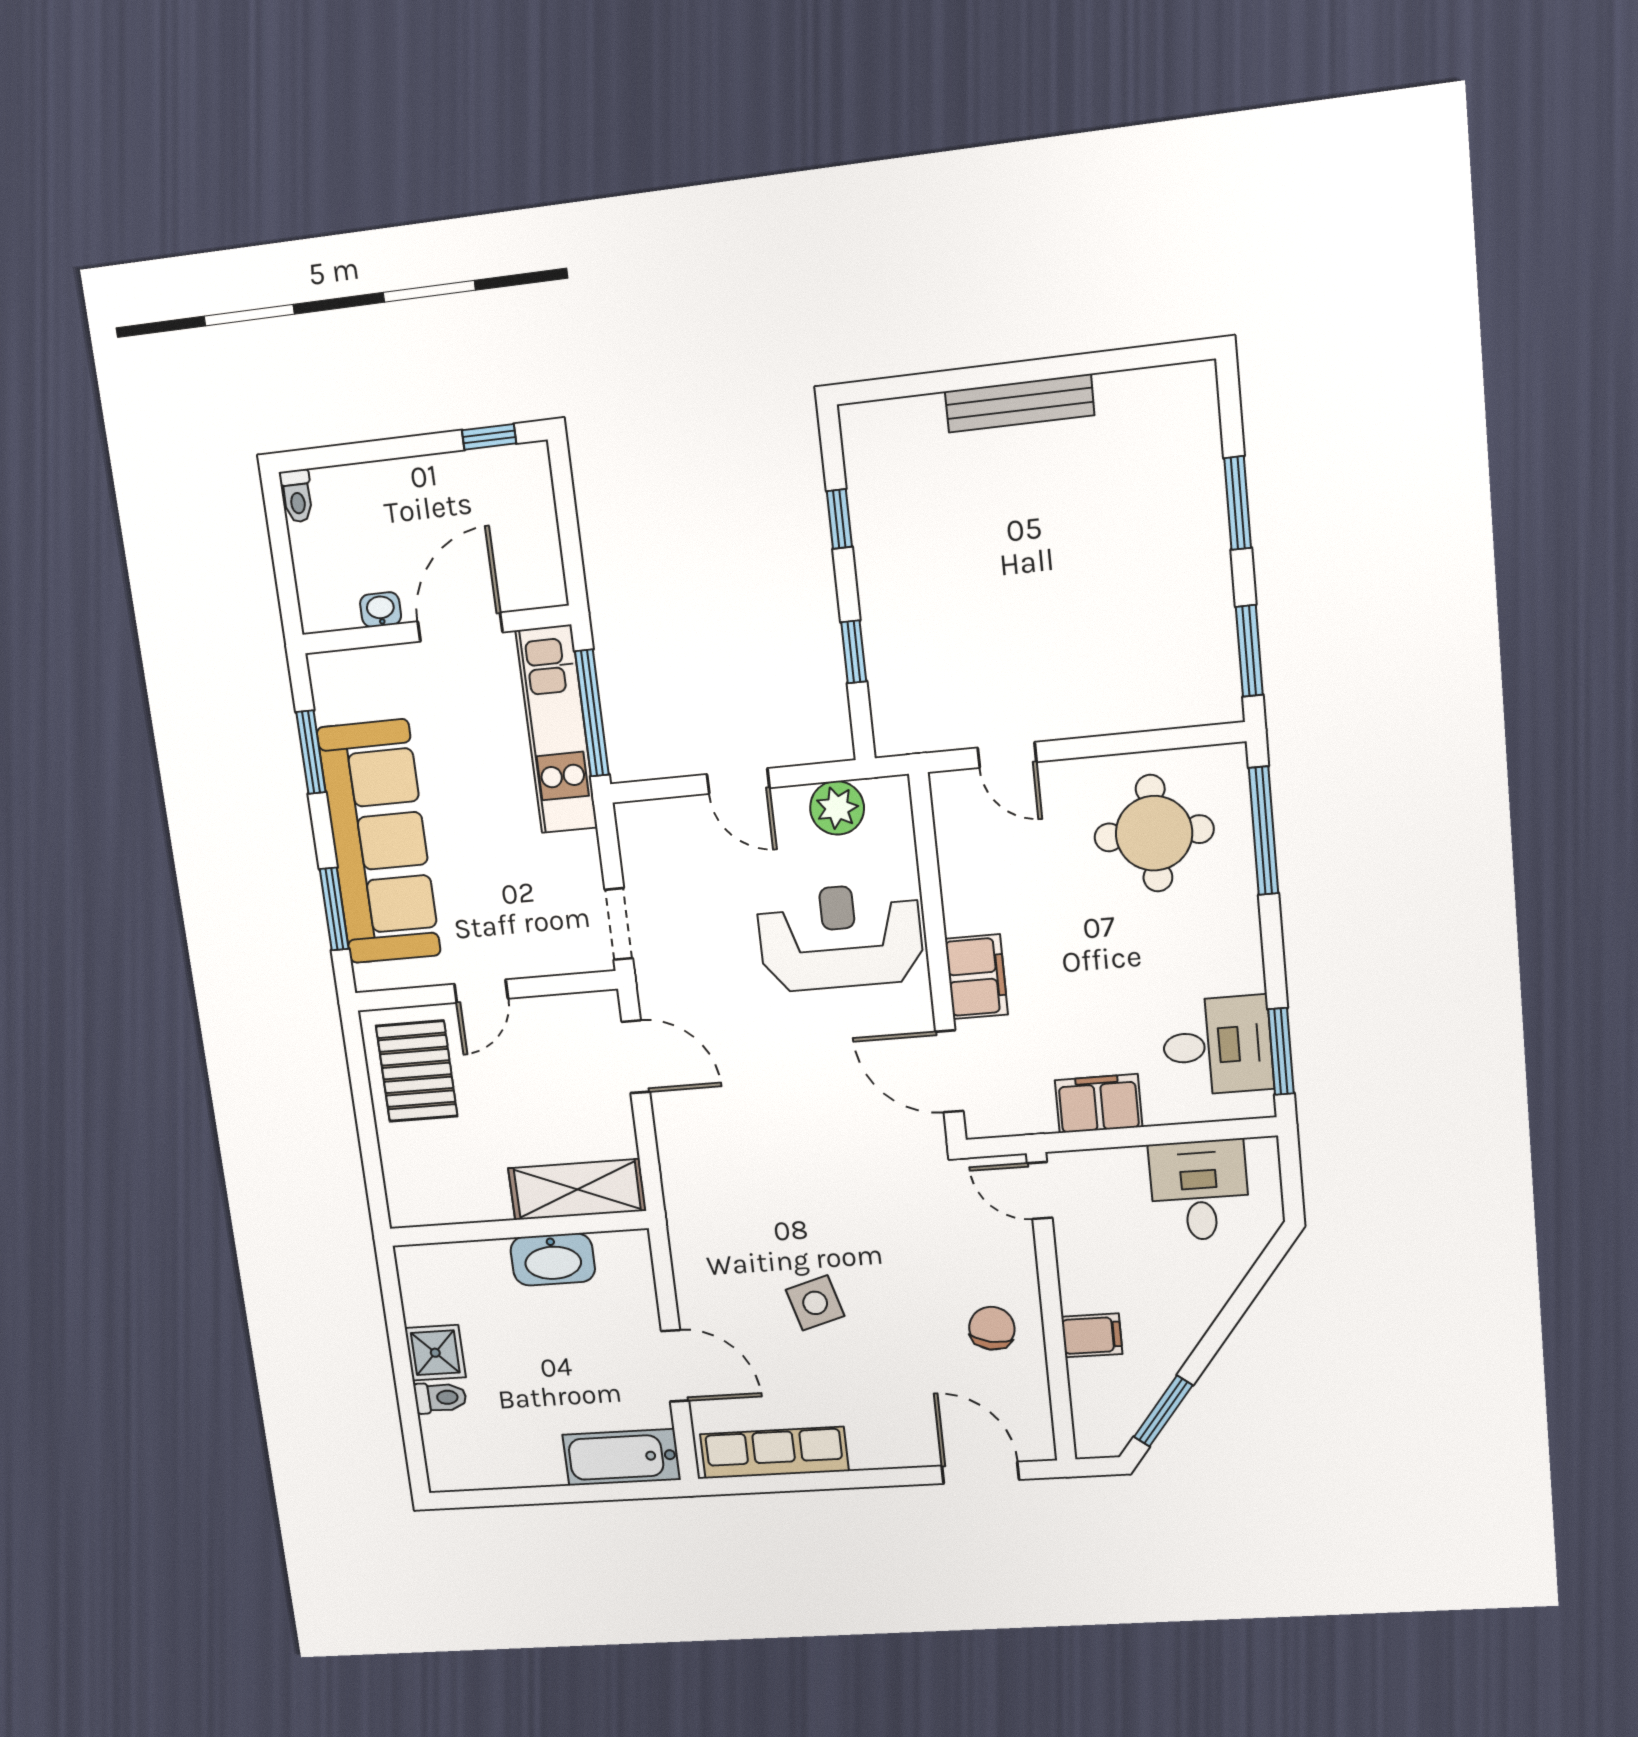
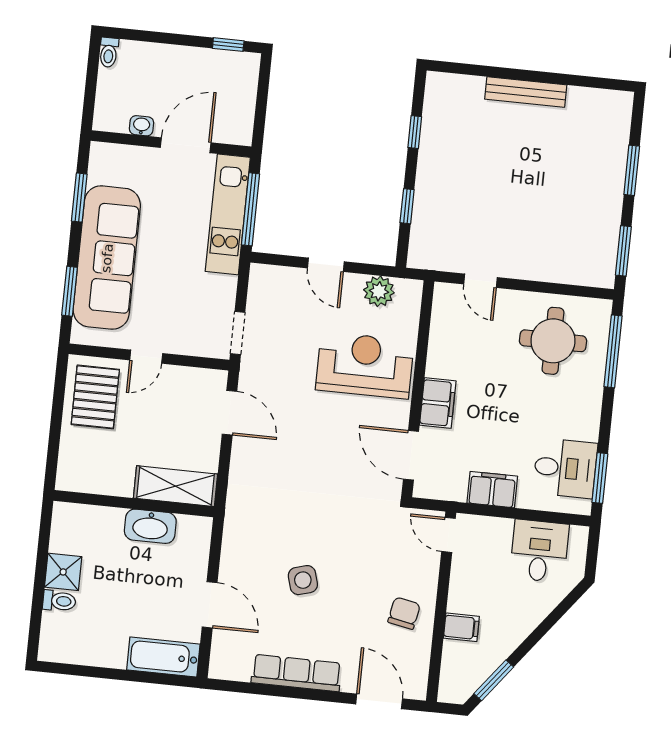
row of seats: (774, 1453) -> (296, 673), moved

